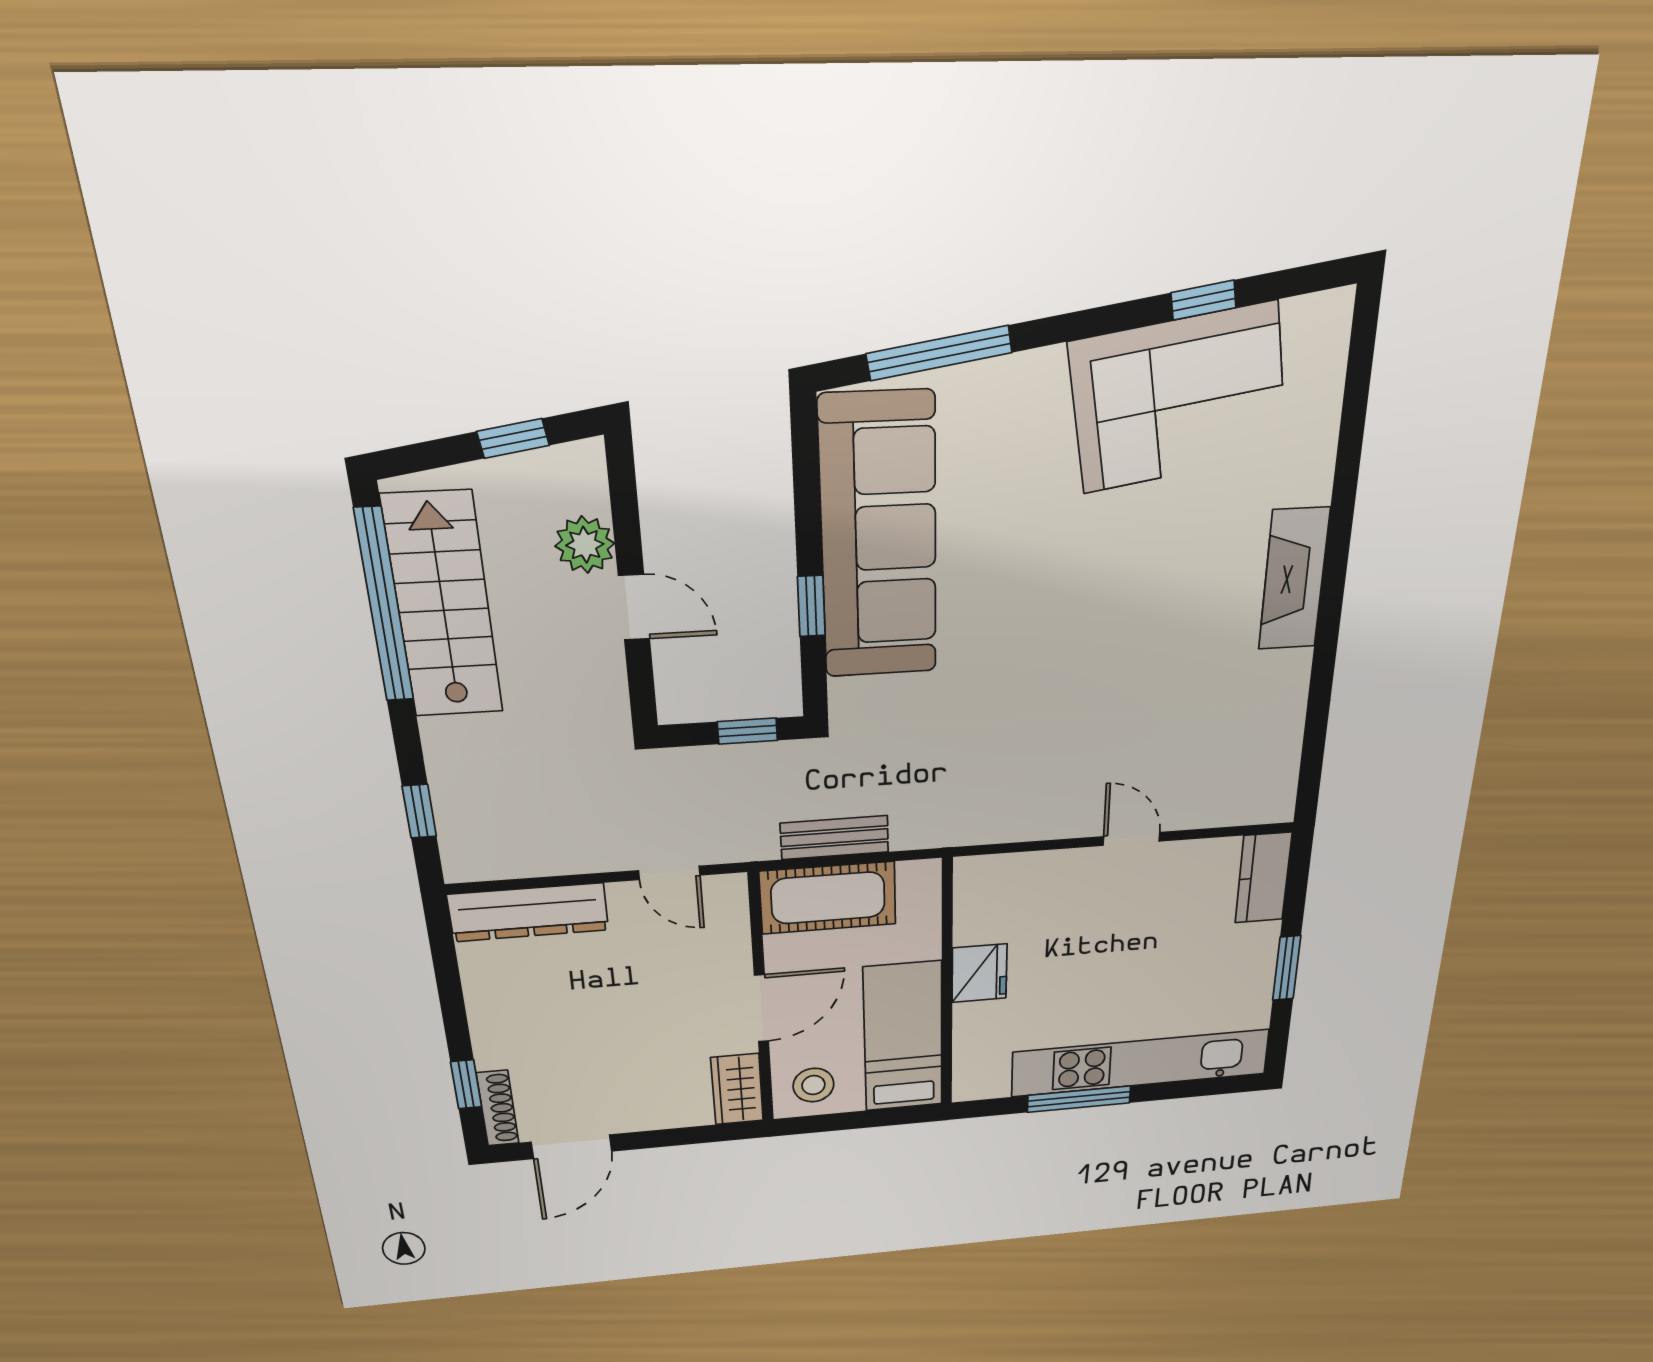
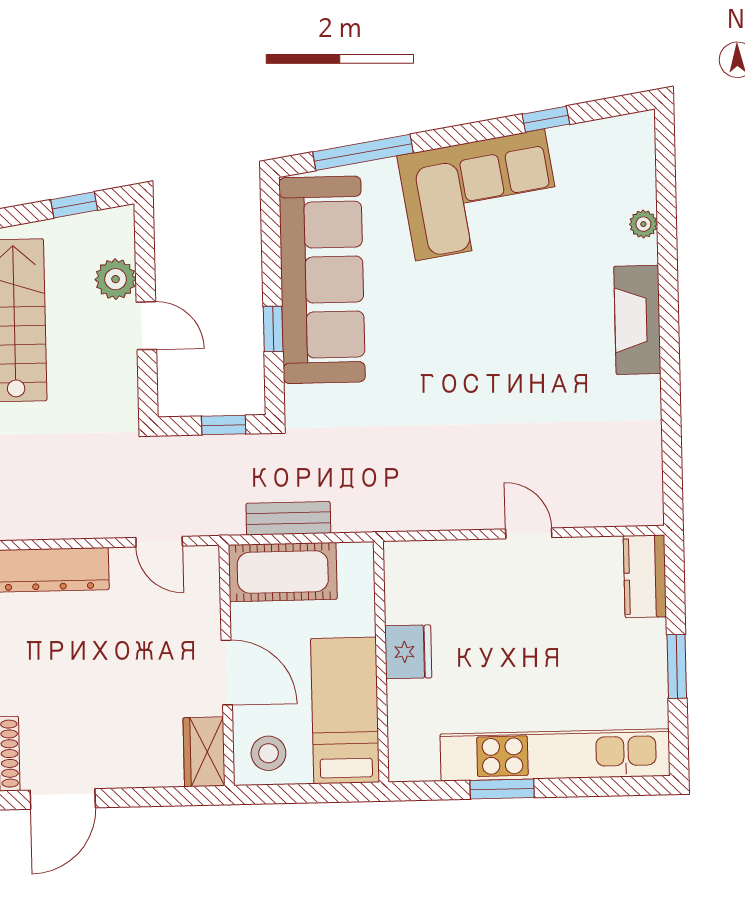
corner sofa: (1179, 398) -> (480, 195), moved
plant: (1319, 451) -> (643, 224), added
door: (761, 1008) -> (227, 673), hinge flipped
window: (1079, 1099) -> (502, 789), width x0.69

